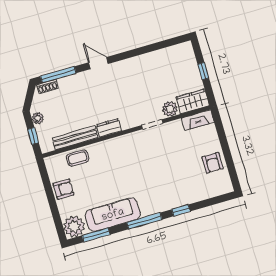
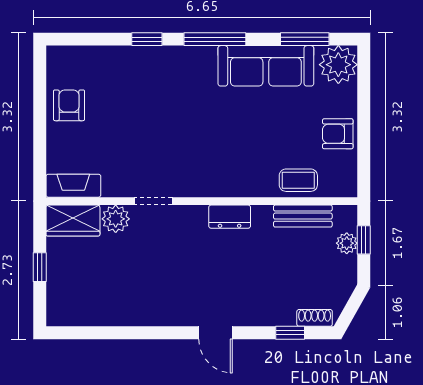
window: (58, 75) -> (290, 333), width x0.46
plant: (38, 118) -> (347, 243), moved
bench: (75, 138) -> (303, 216), width x0.73

